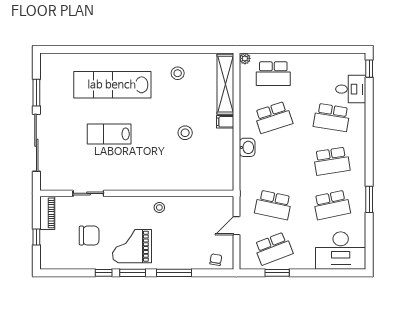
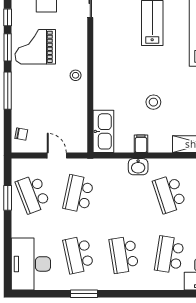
filing cabinet: (225, 122) -> (141, 144), moved
kitchen sink: (213, 181) -> (103, 131), added
grand piano: (132, 246) -> (35, 47), turned -90

